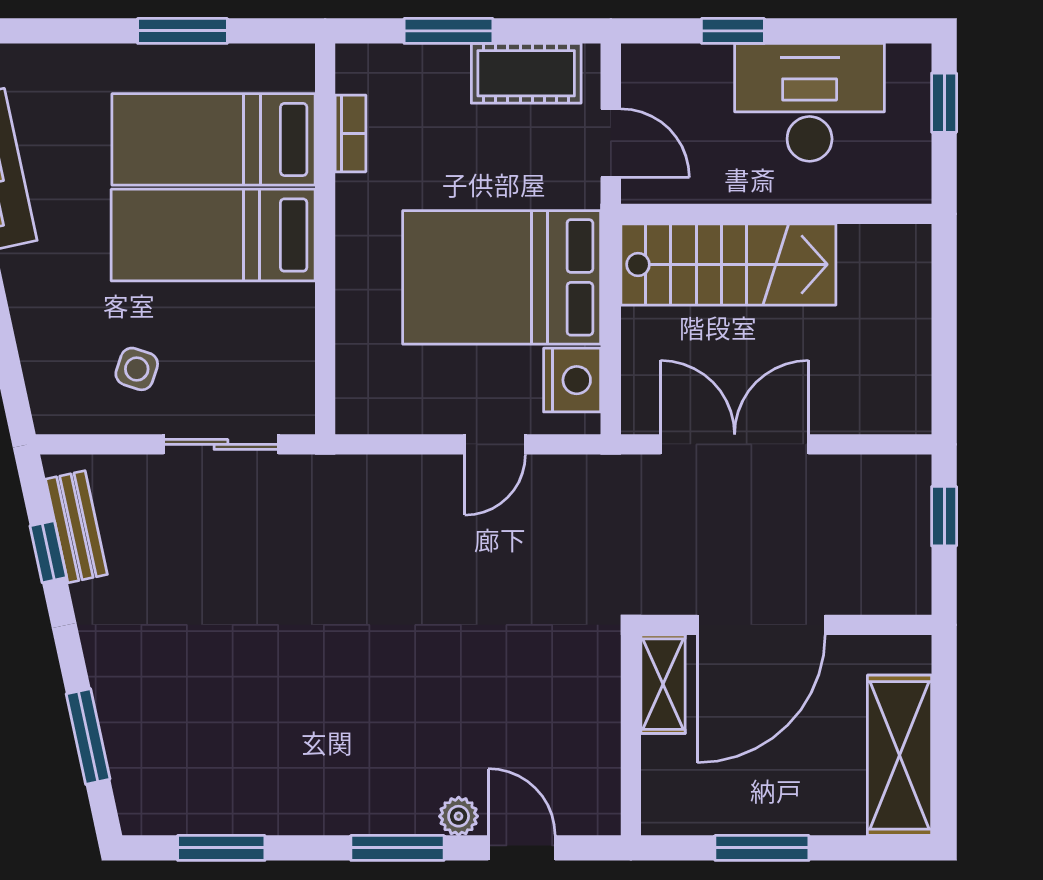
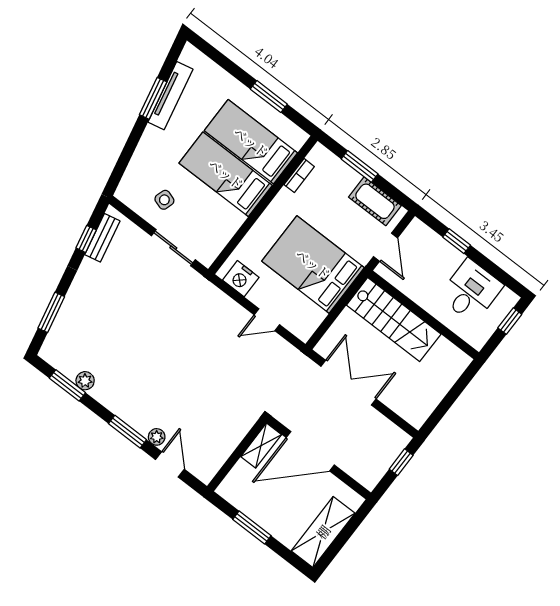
desk: (810, 102) -> (471, 291), width x0.73
nightstand: (572, 380) -> (241, 279), moved, turned 90
plant: (247, 814) -> (85, 381), added

